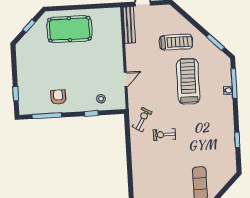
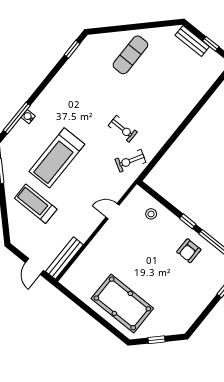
window: (91, 113) -> (188, 221), moved
window: (237, 140) -> (72, 49), moved

